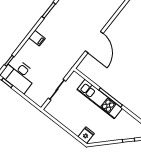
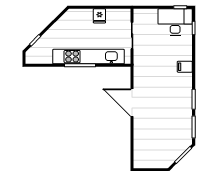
kitchen unit: (100, 99) -> (89, 57), width x1.36
fridge: (86, 135) -> (99, 16), moved

